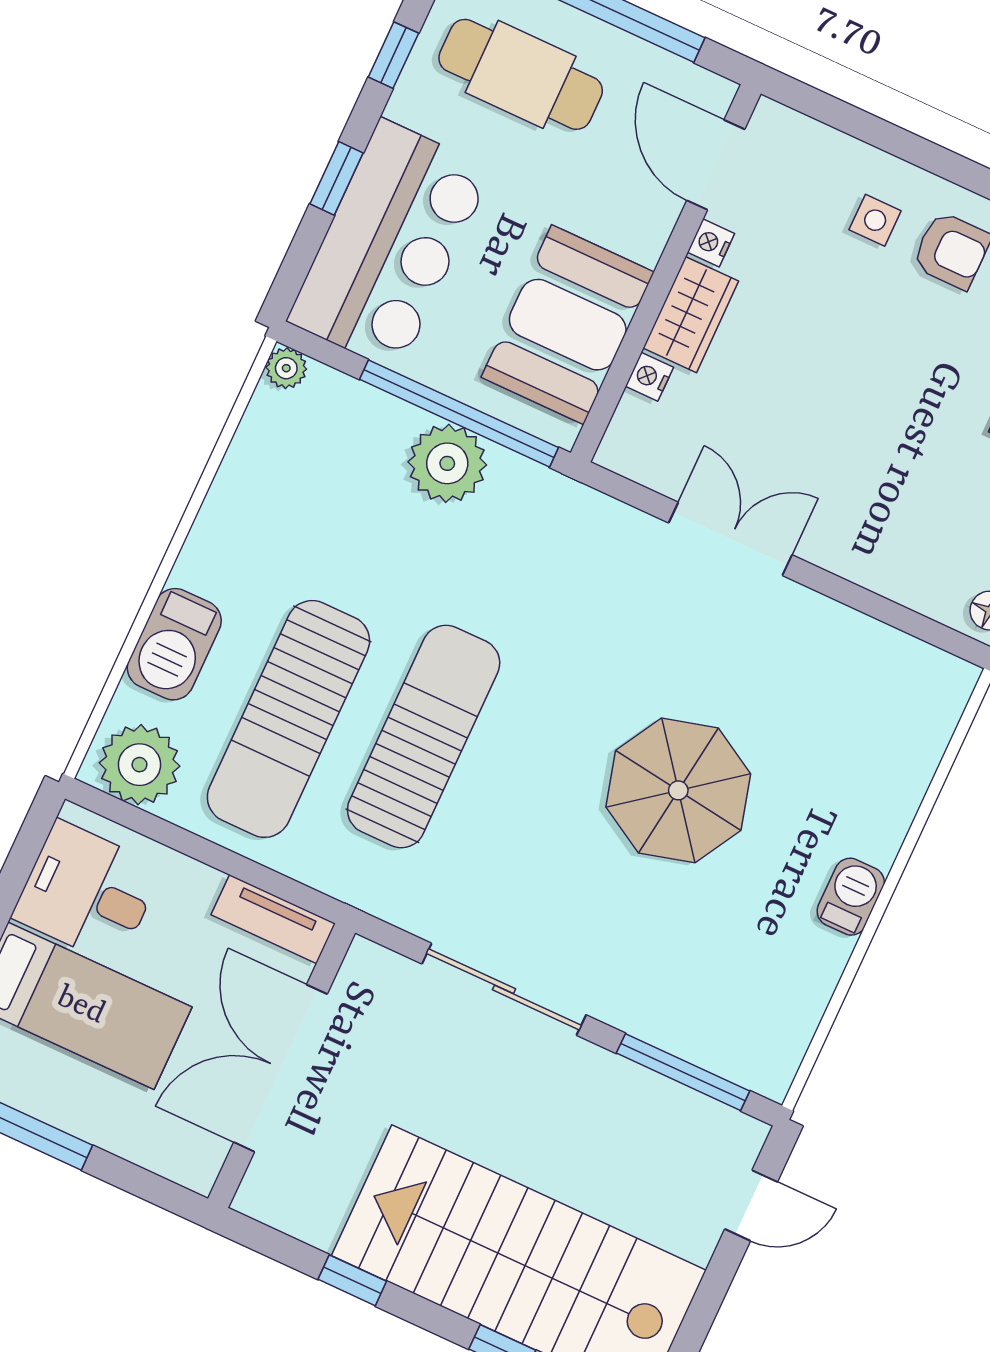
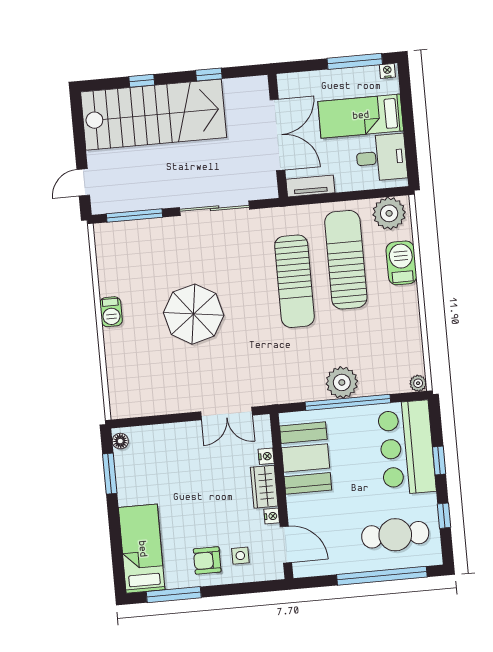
door: (716, 165) -> (286, 545), moved
nightstand: (711, 243) -> (272, 516), moved
wall: (666, 273) -> (281, 496), moved
wardrobe: (691, 315) -> (264, 487), moved
booth: (568, 325) -> (306, 458), moved
nightstand: (649, 377) -> (266, 456), moved

